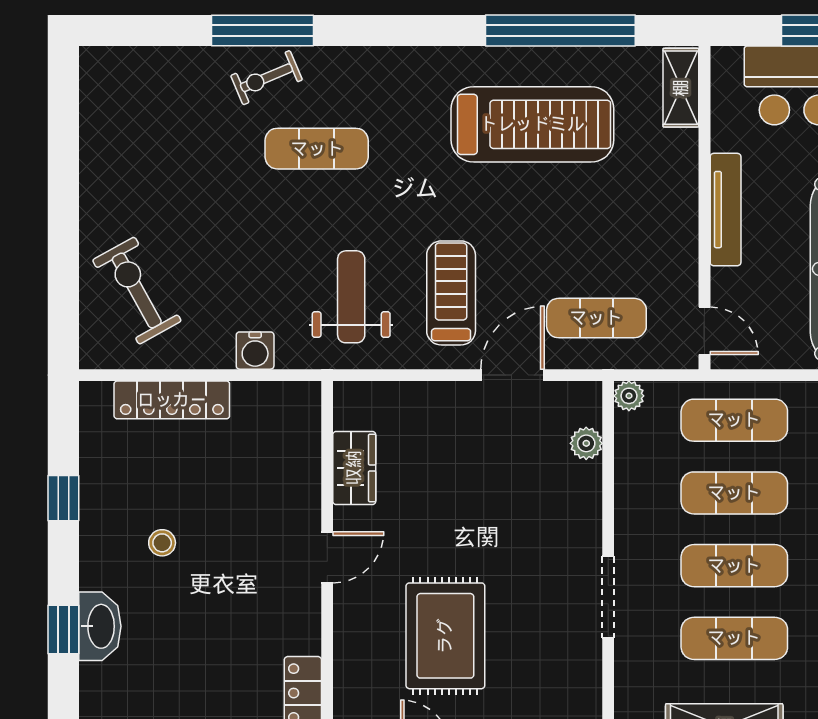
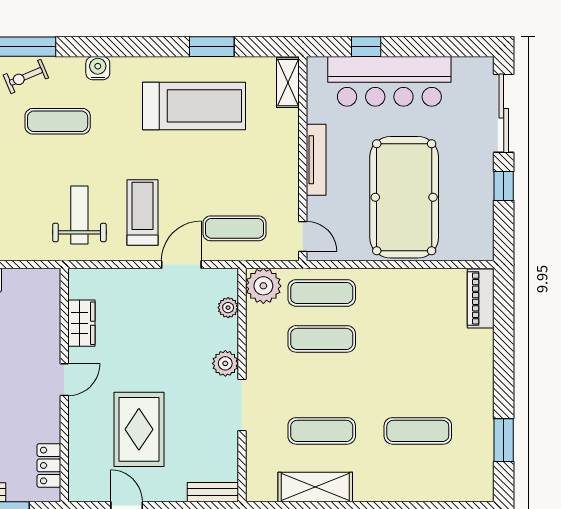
window: (560, 30) -> (212, 47), width x0.47
water cooler: (255, 351) -> (98, 68), moved, turned 180
plant: (629, 396) -> (263, 286), width x1.87, depth x1.87
plant: (582, 532) -> (225, 363), added
exercise mat: (734, 566) -> (322, 385), removed

